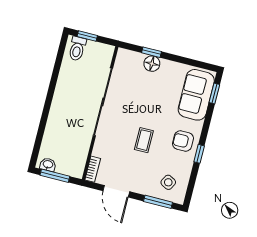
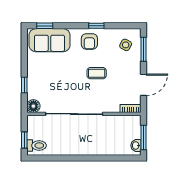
floor lamp: (152, 64) -> (33, 106), moved

